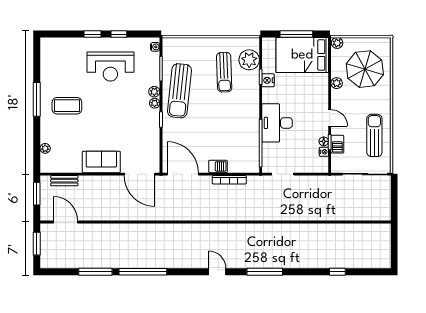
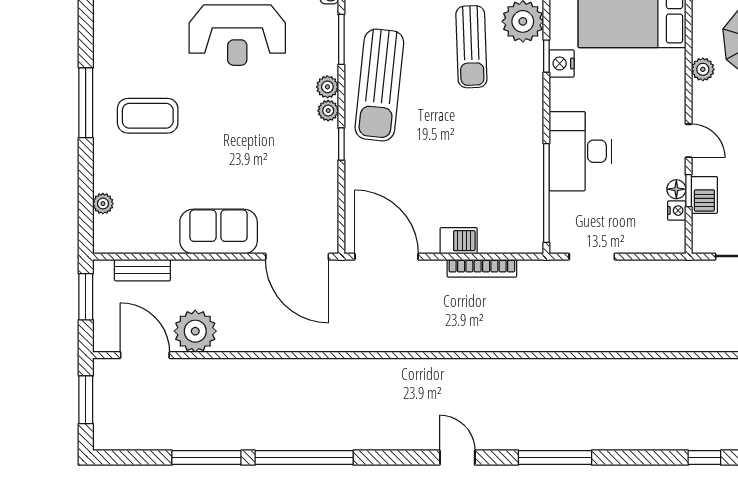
plant: (90, 210) -> (195, 331), added

